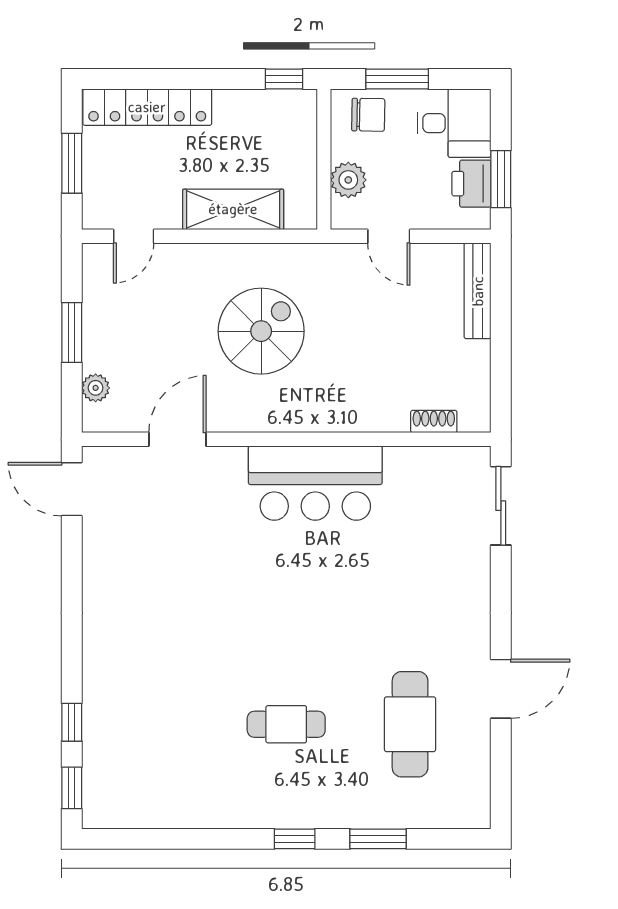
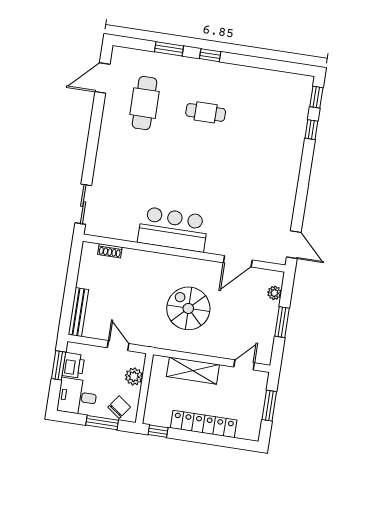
locker: (147, 107) -> (204, 424), moved
chair: (368, 115) -> (119, 407), turned 125
spiral stairs: (261, 331) -> (188, 308), turned 90
door: (501, 689) -> (103, 78), moved

